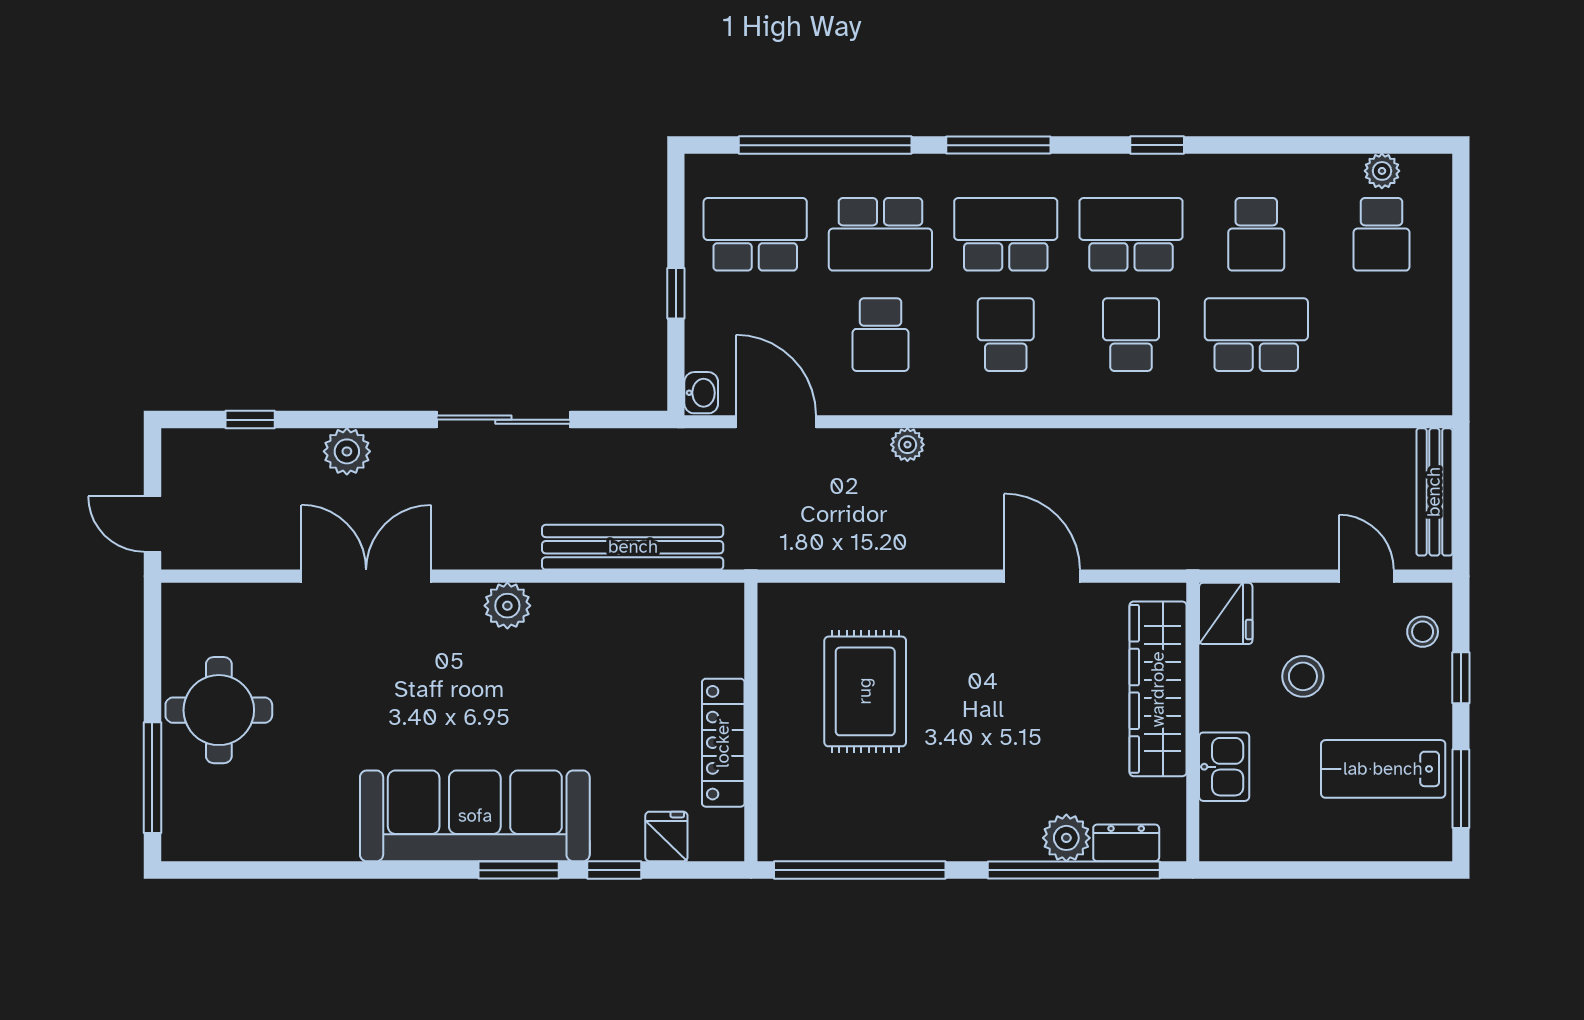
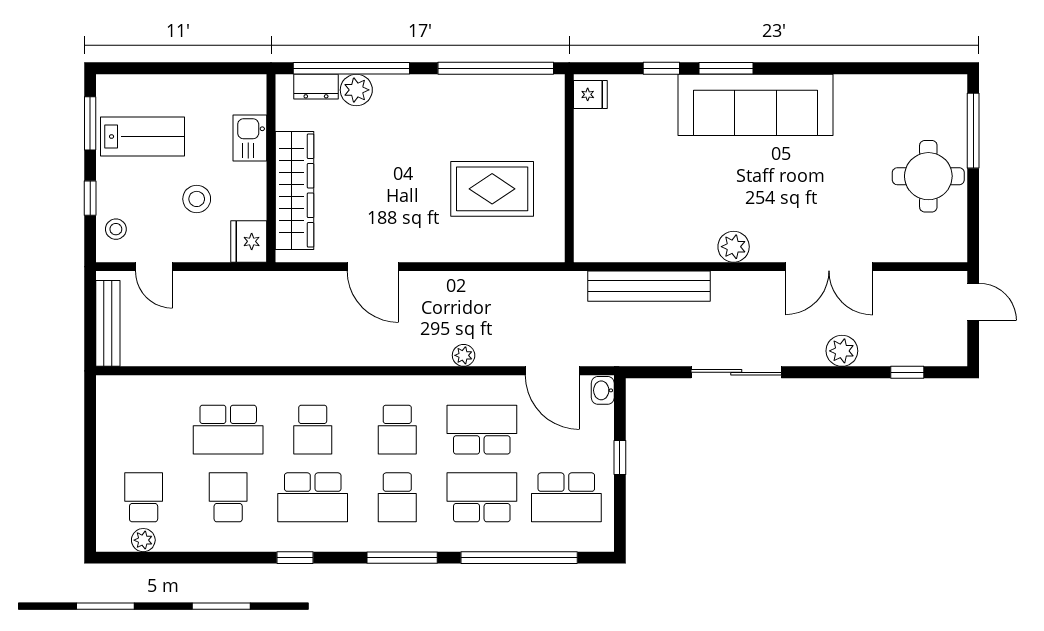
school desk: (1006, 234) -> (397, 497), width x0.54
school desk: (880, 335) -> (482, 430), width x1.85
rug: (865, 691) -> (492, 189), turned 90
locker: (723, 743) -> (588, 154), removed
fridge: (666, 836) -> (590, 94), moved, turned -90

